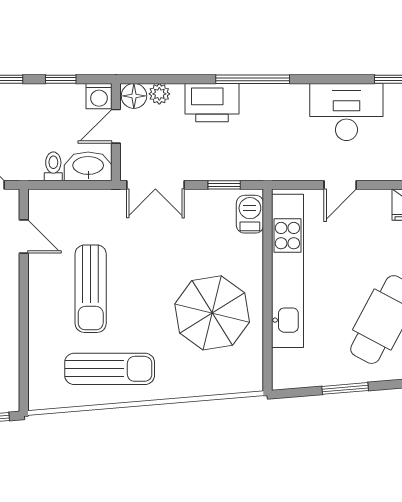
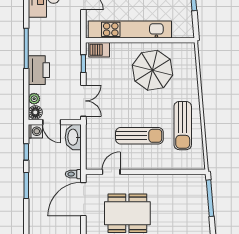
toilet: (53, 166) -> (73, 174), moved
sun lounger: (110, 369) -> (183, 126), turned 180

